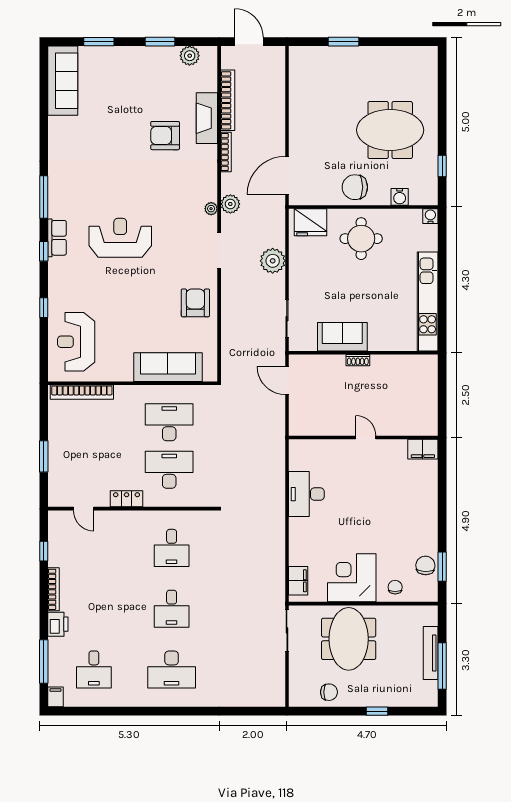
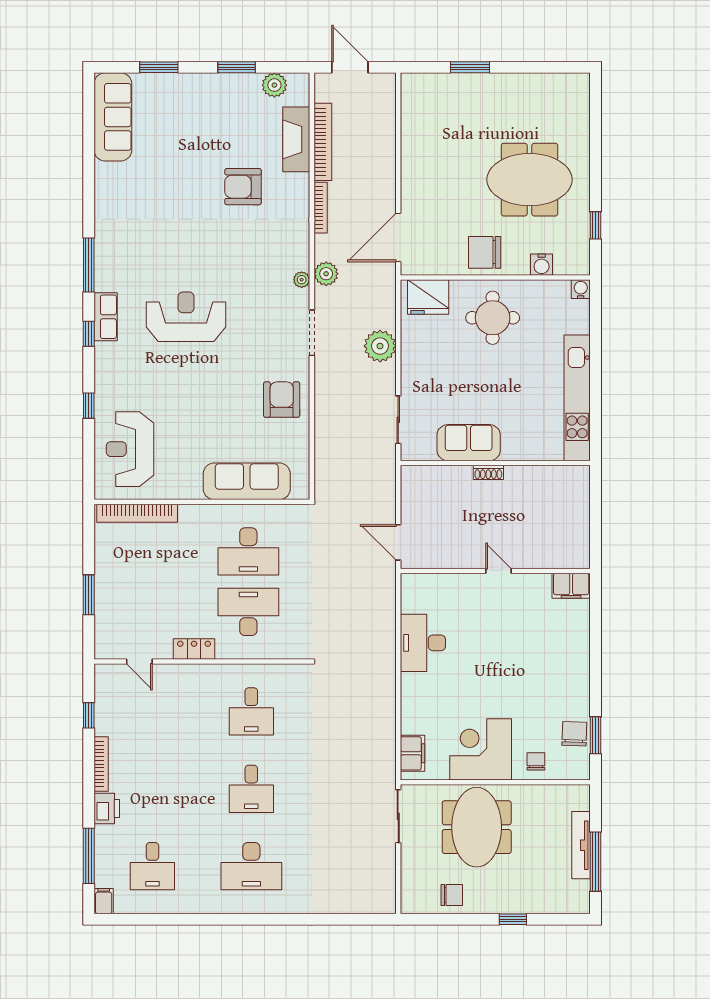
fireplace: (207, 118) -> (296, 139), moved
door: (287, 381) -> (398, 542), moved
desk: (169, 422) -> (248, 551), turned 180

